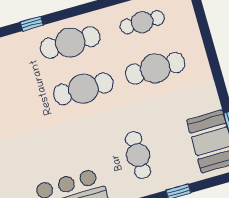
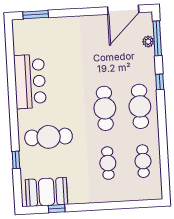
cafe table: (155, 68) -> (108, 163), width x0.73, depth x0.74
cafe table: (138, 155) -> (49, 137), width x1.37, depth x1.35

